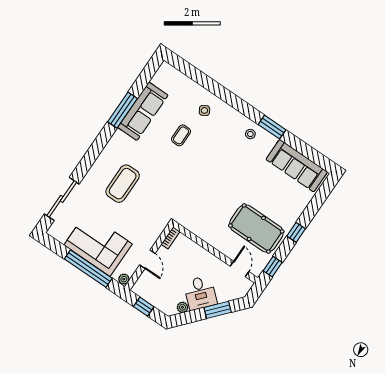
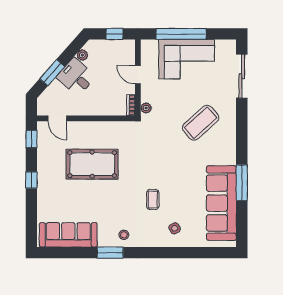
sofa: (143, 111) -> (221, 203), width x1.36, depth x1.27
coffee table: (181, 135) -> (153, 199), moved
coffee table: (123, 184) -> (201, 123), turned 48
pool table: (256, 228) -> (92, 164), moved
plant: (124, 279) -> (146, 108), moved

